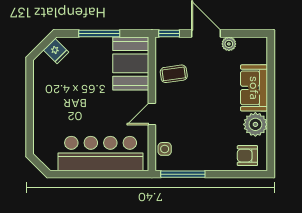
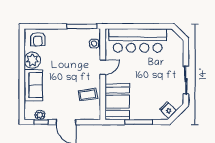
window: (169, 33) -> (41, 122), moved
plant: (229, 44) -> (40, 115), moved
sliding door: (30, 95) -> (186, 80), added
armchair: (247, 156) -> (38, 39), turned 90

